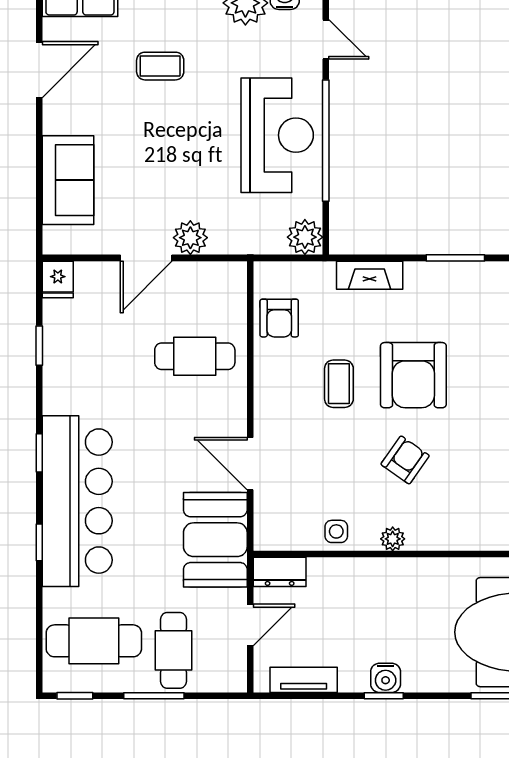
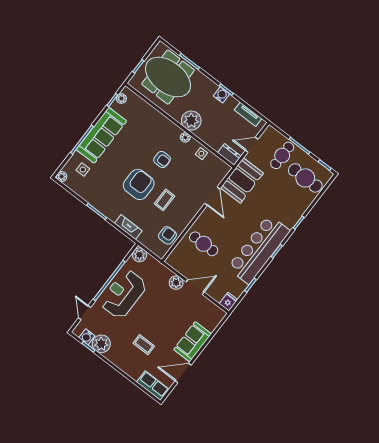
sofa: (68, 180) -> (193, 342), moved
armchair: (405, 460) -> (162, 159), turned -125
bar counter: (77, 501) -> (259, 249), moved
plant: (406, 581) -> (191, 121), added

